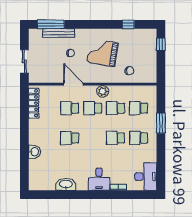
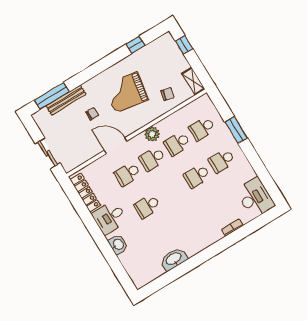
shelving: (152, 73) -> (193, 81), added
desk: (99, 179) -> (110, 217), moved, turned 90

